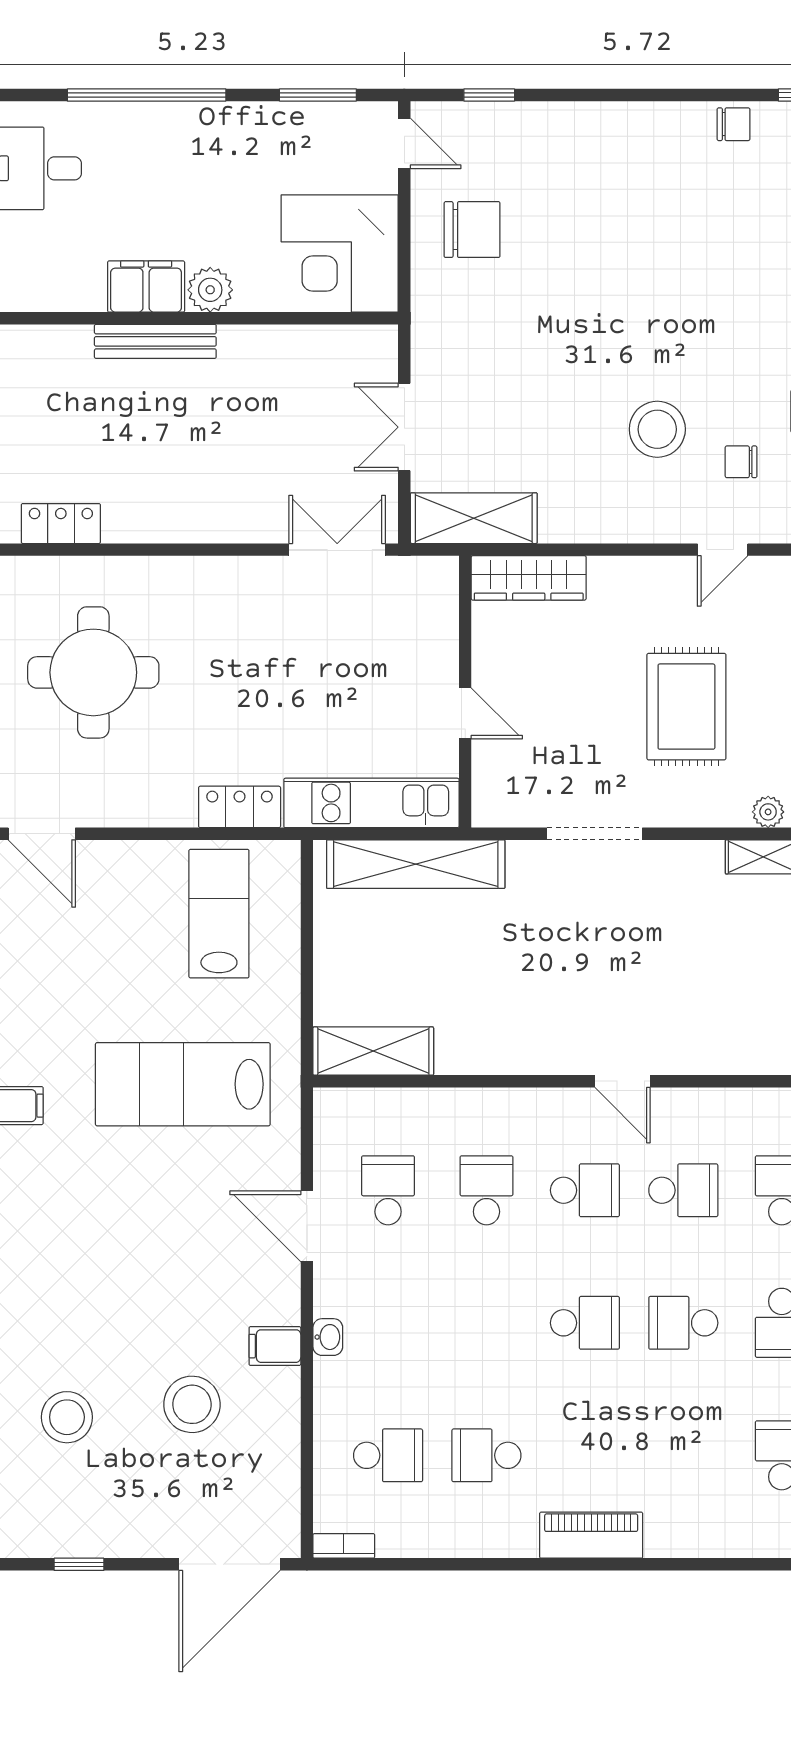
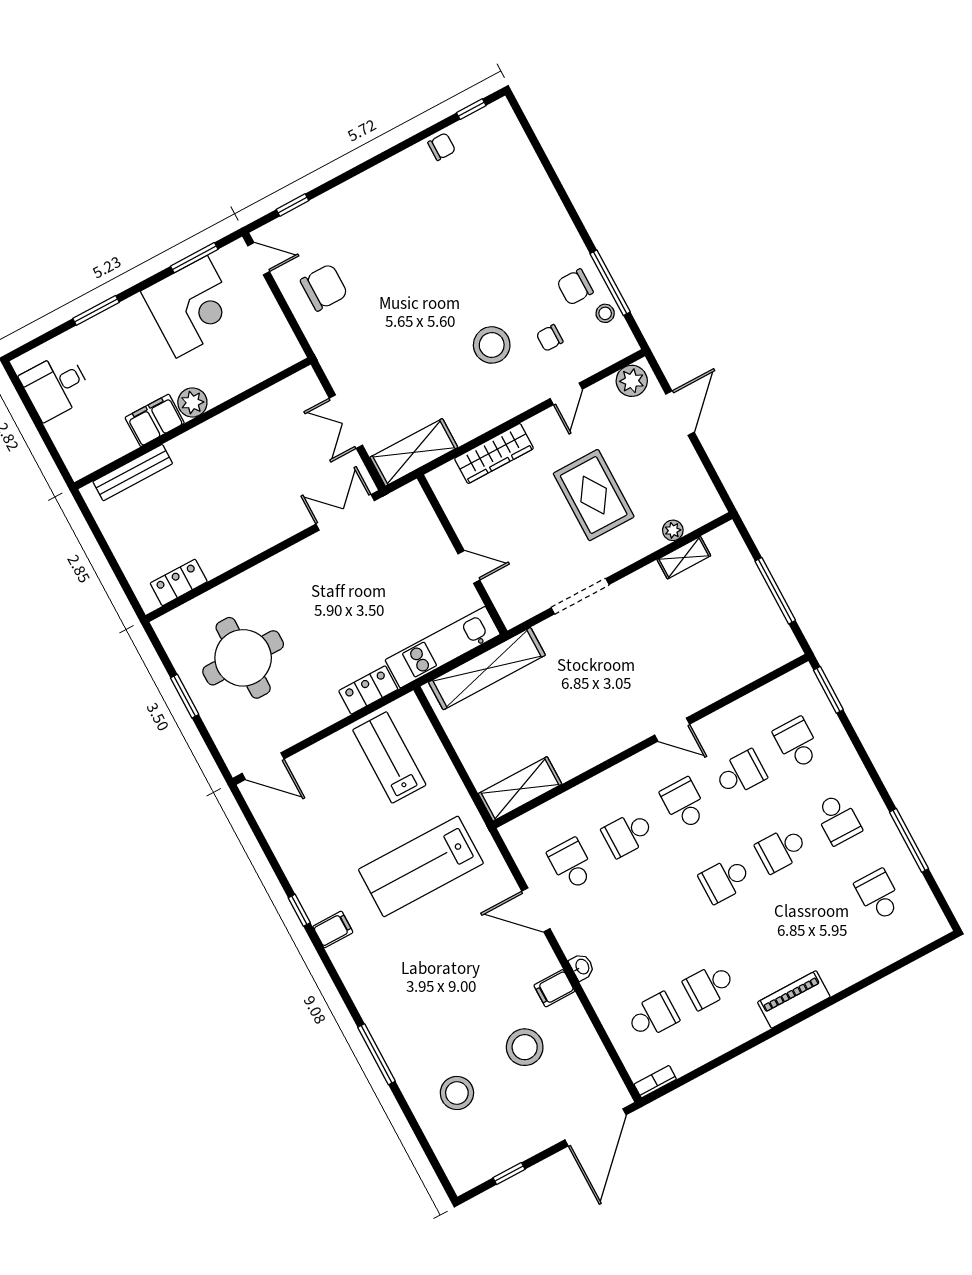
window: (147, 95) -> (96, 310), width x0.47
corner desk: (340, 254) -> (192, 307), moved, turned -90
bench: (155, 341) -> (133, 473), moved
wardrobe: (529, 578) -> (494, 453), moved
school desk: (486, 1190) -> (628, 834), turned -90
school desk: (585, 1190) -> (684, 804), turned -90
school desk: (585, 1323) -> (725, 880), turned 180

